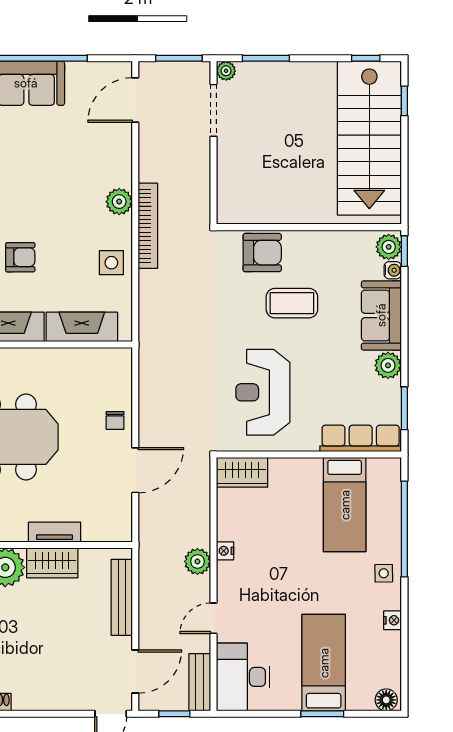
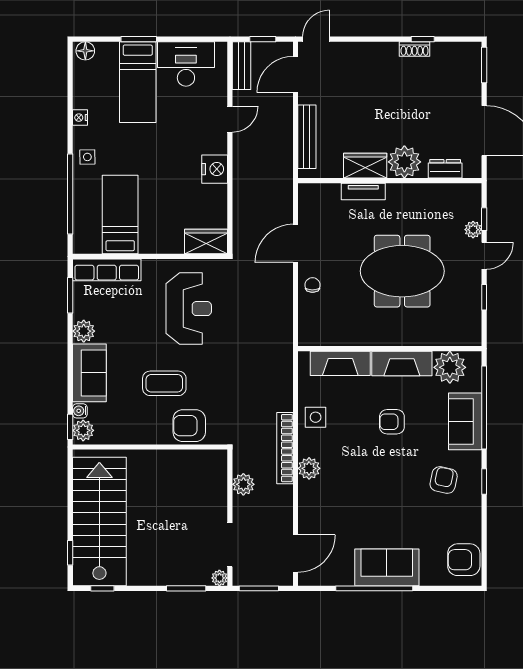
nightstand: (225, 551) -> (215, 169), width x1.89, depth x1.79
plant: (197, 561) -> (243, 484), moved
desk: (243, 677) -> (186, 64), moved, turned -90

